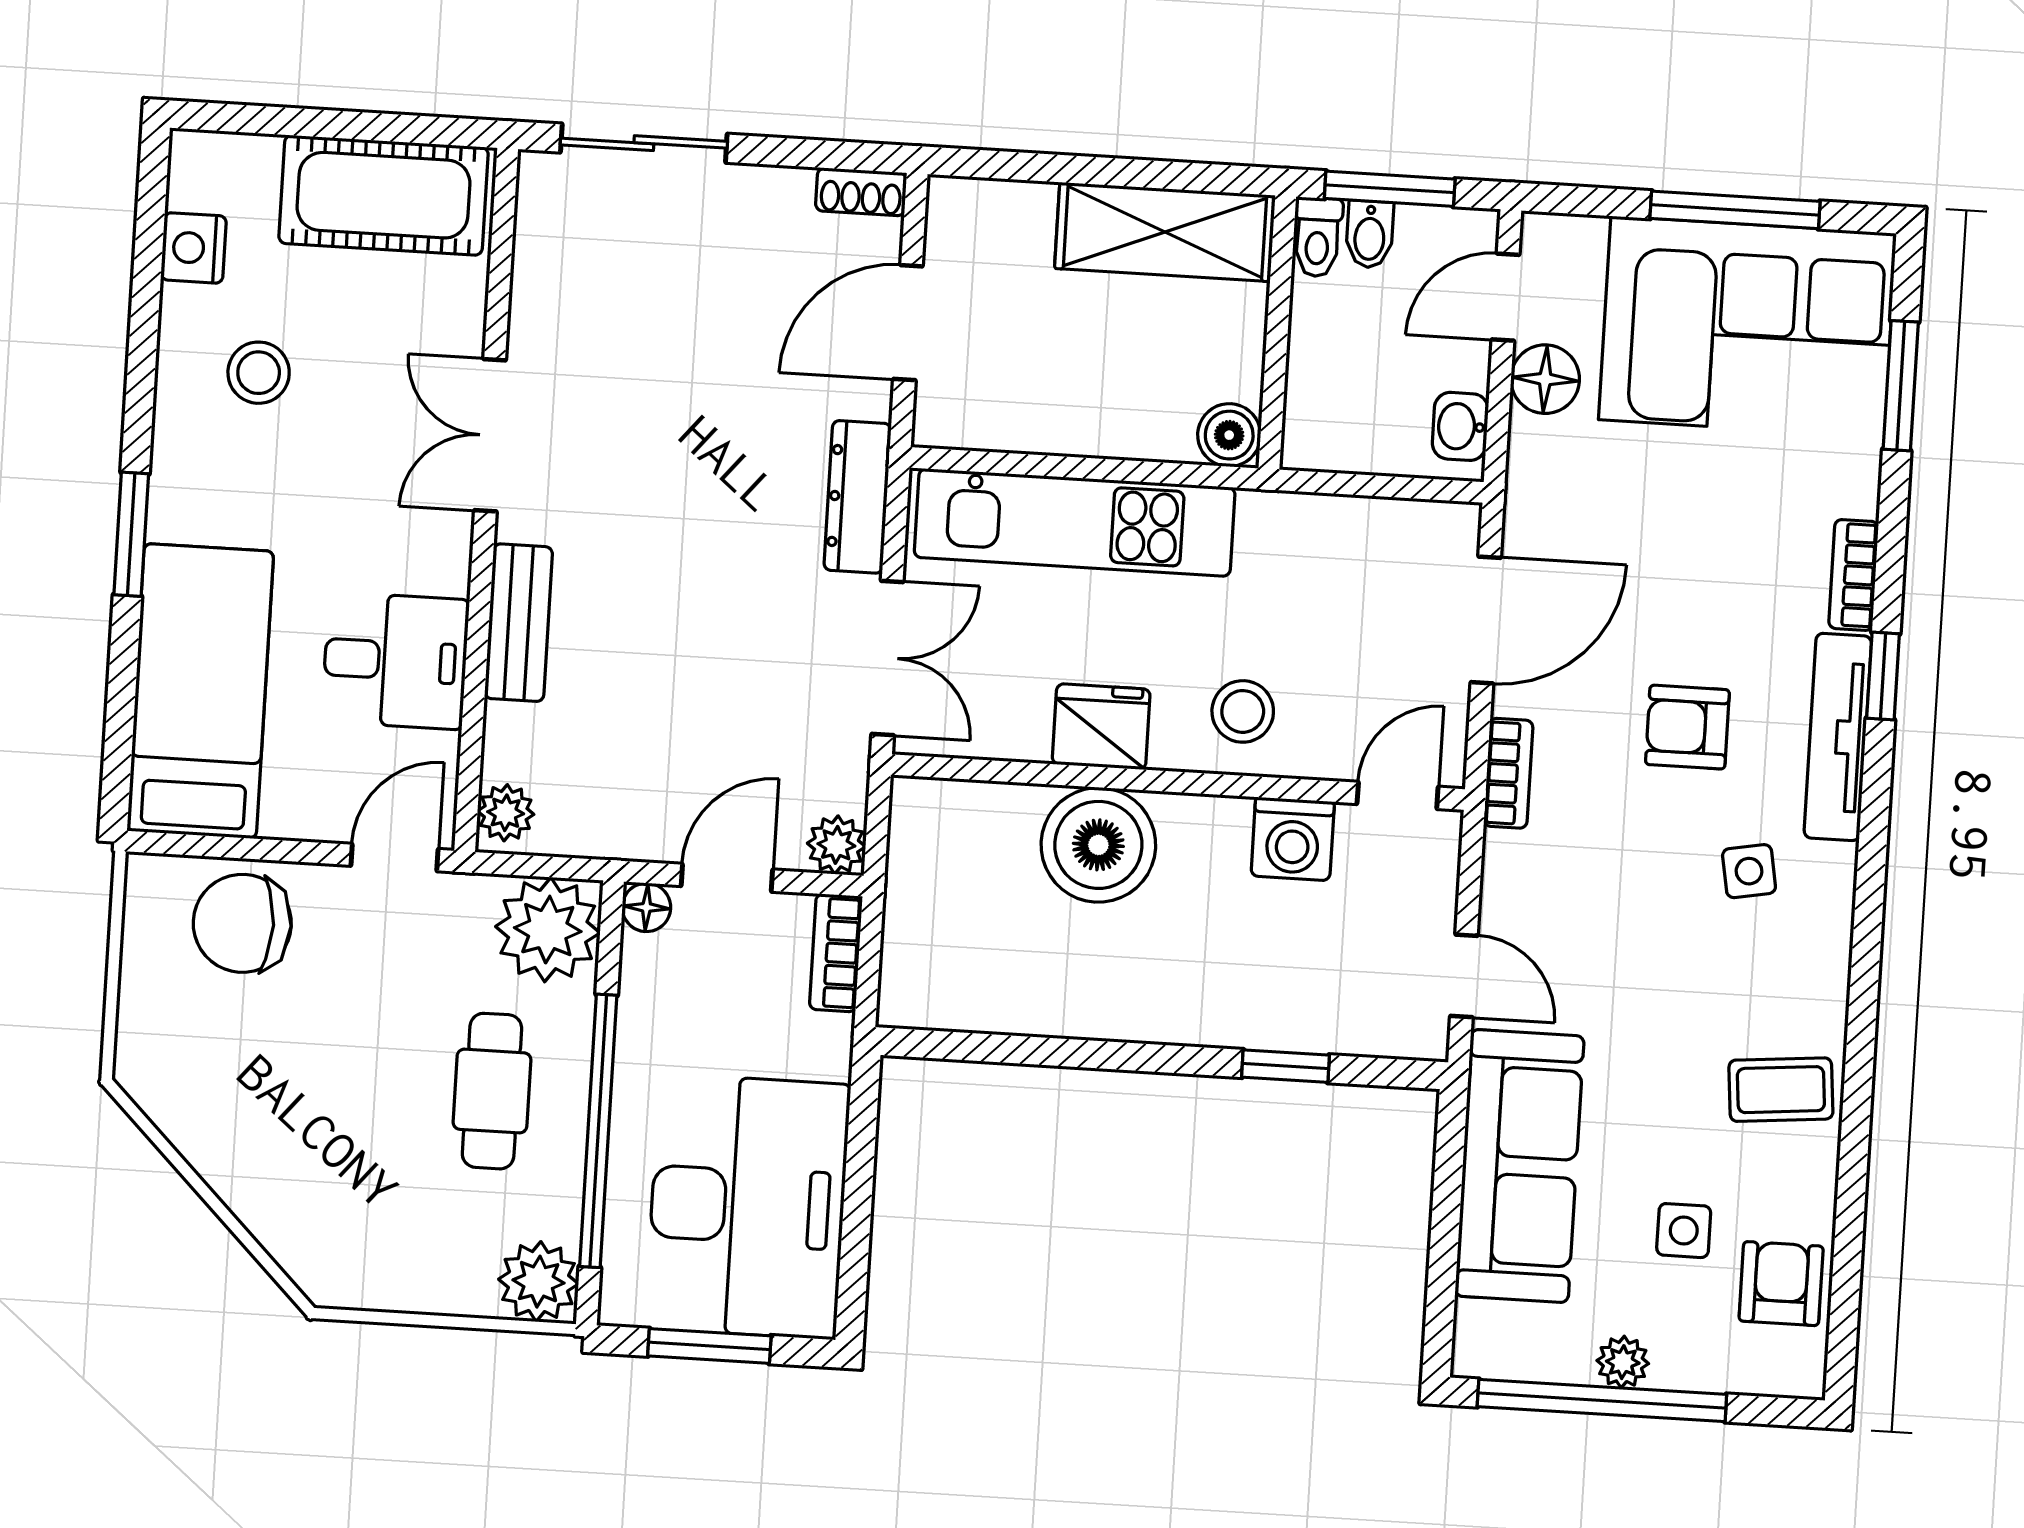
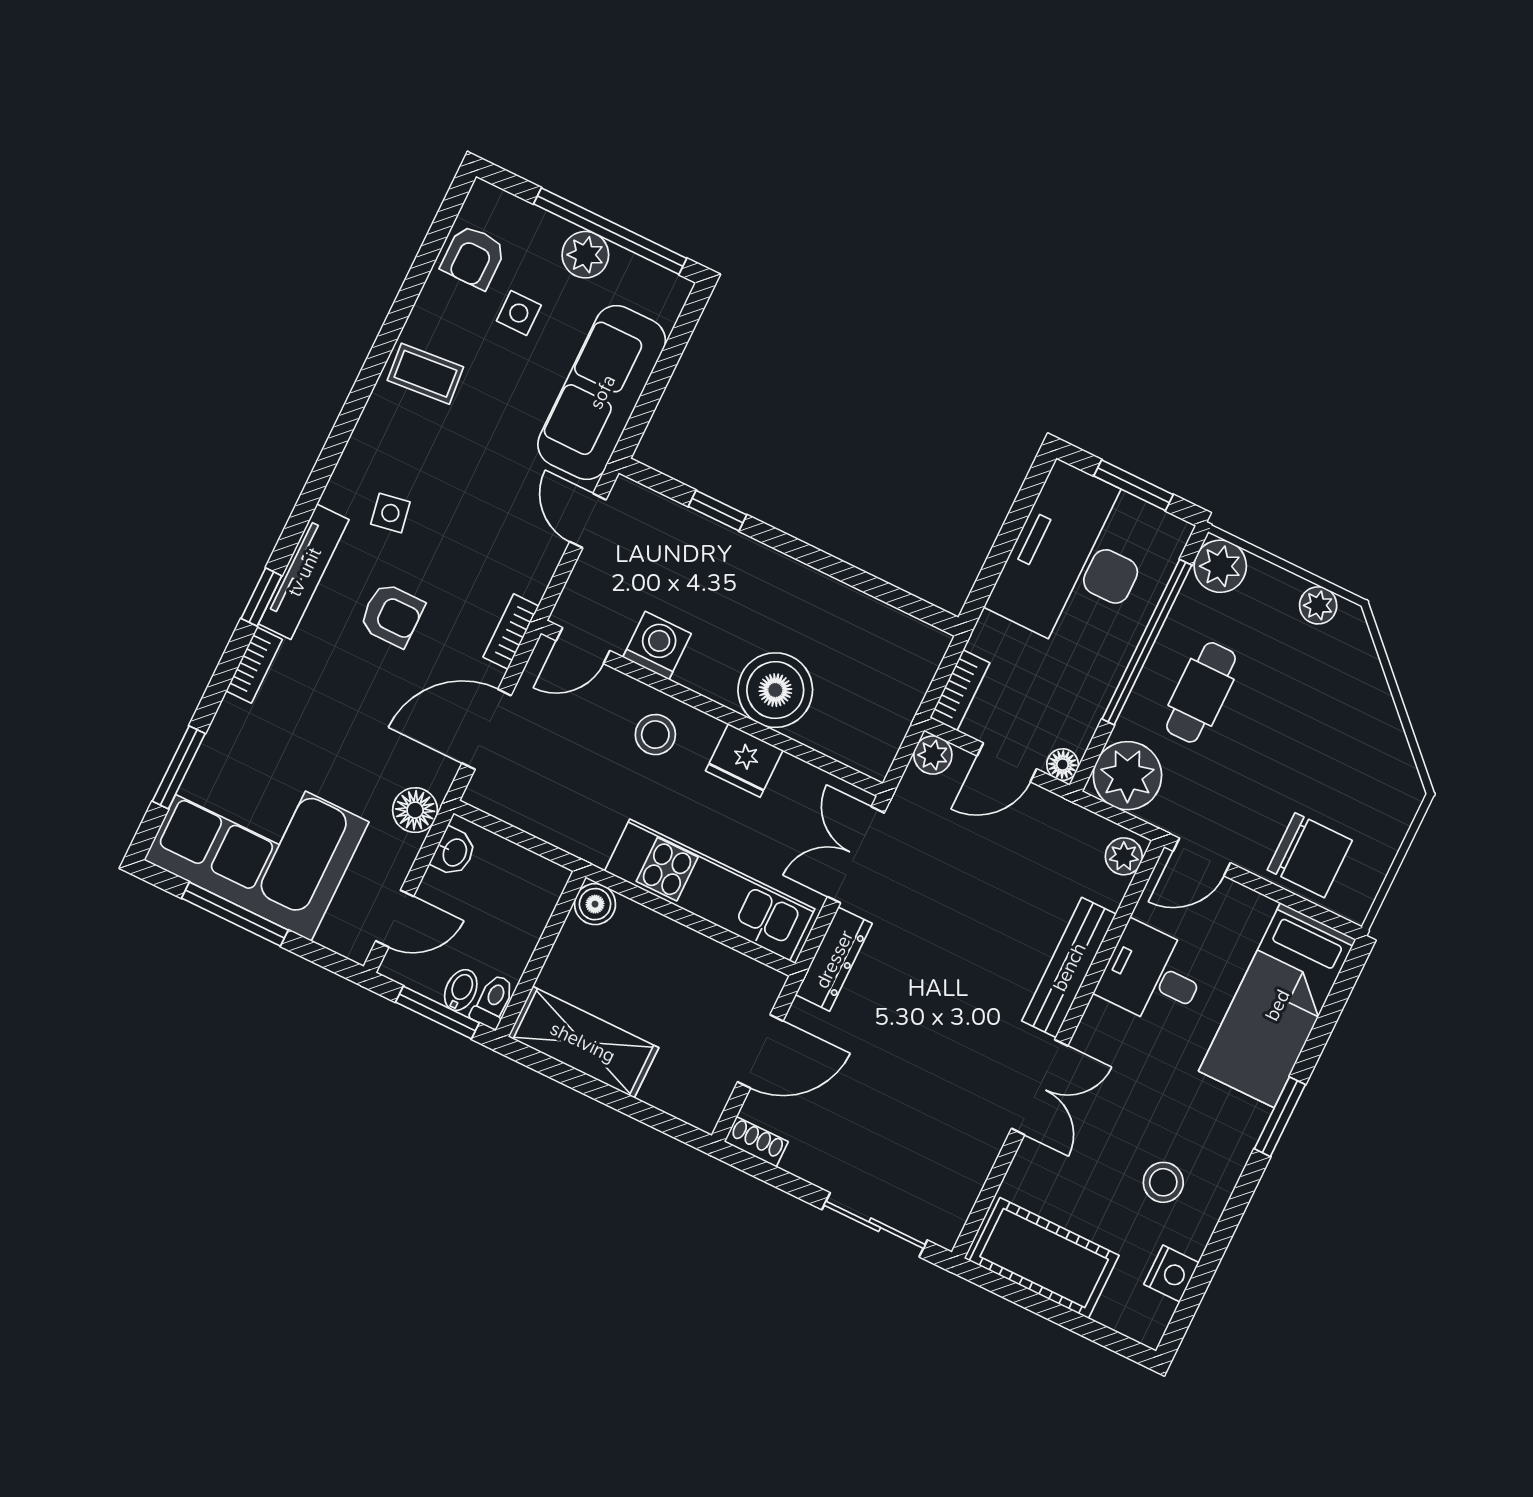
floor lamp: (1545, 379) -> (415, 810), moved
bench: (519, 623) -> (1069, 967), width x1.36
plant: (376, 1283) -> (1318, 605), added
plant: (1623, 1362) -> (585, 255), width x1.38, depth x1.38

